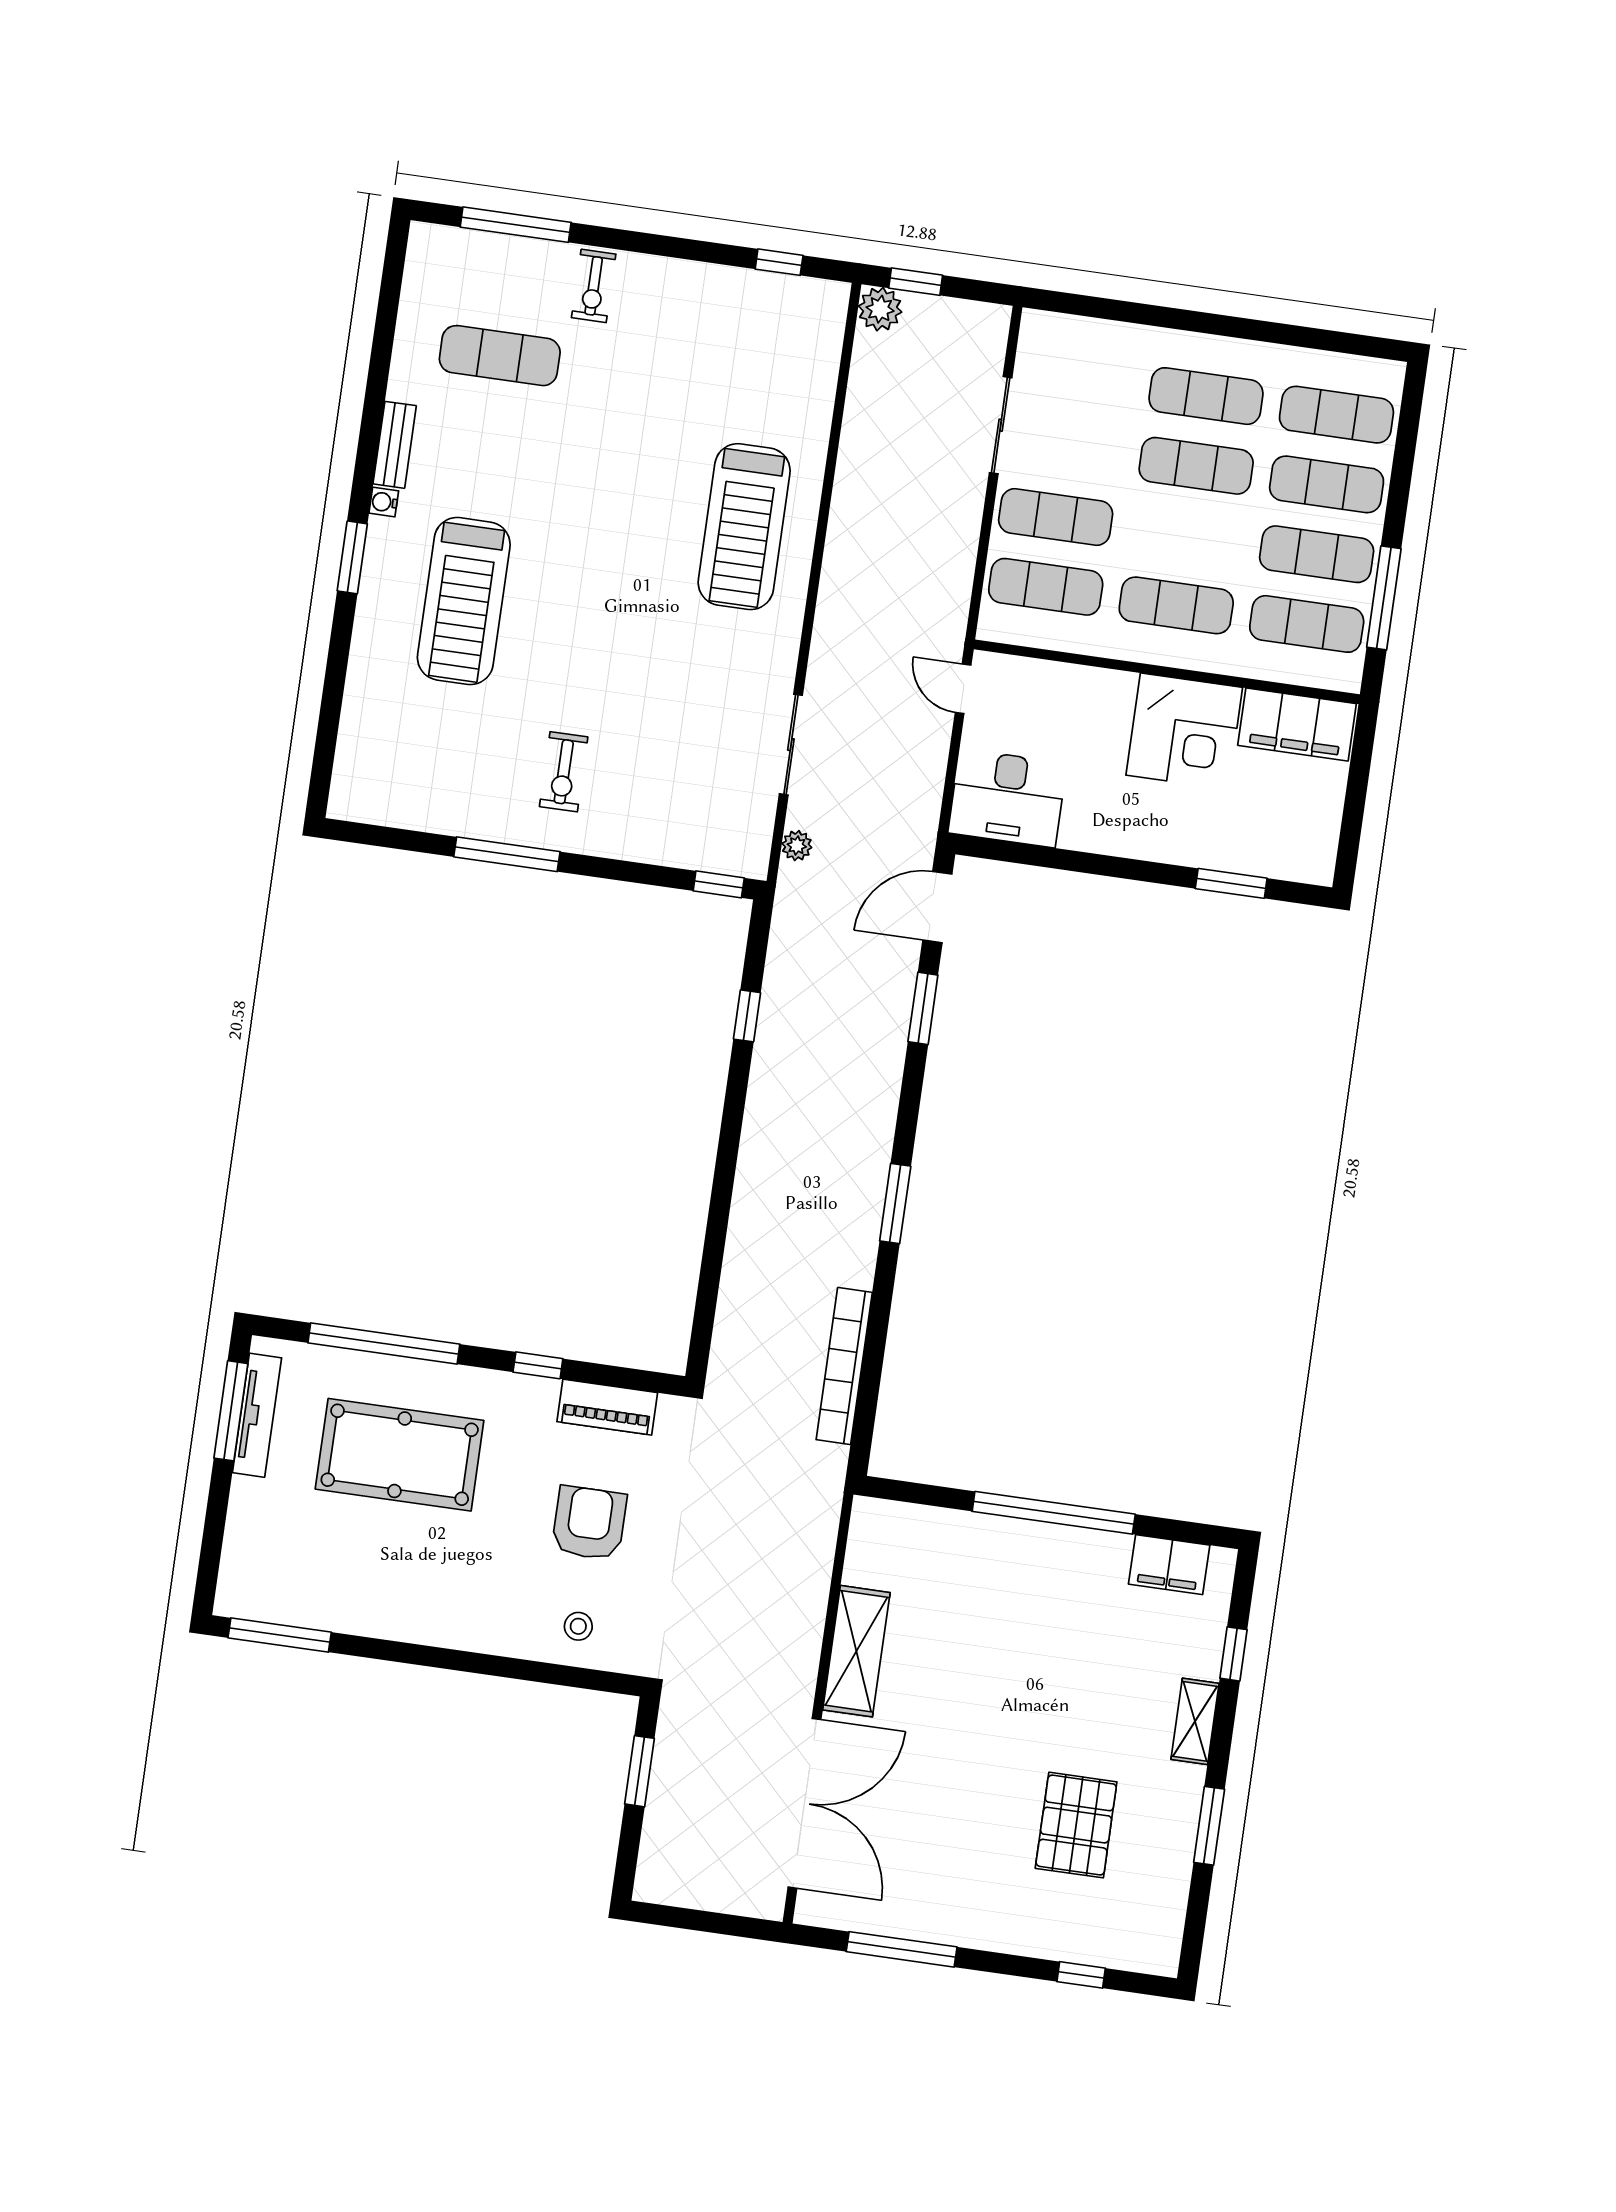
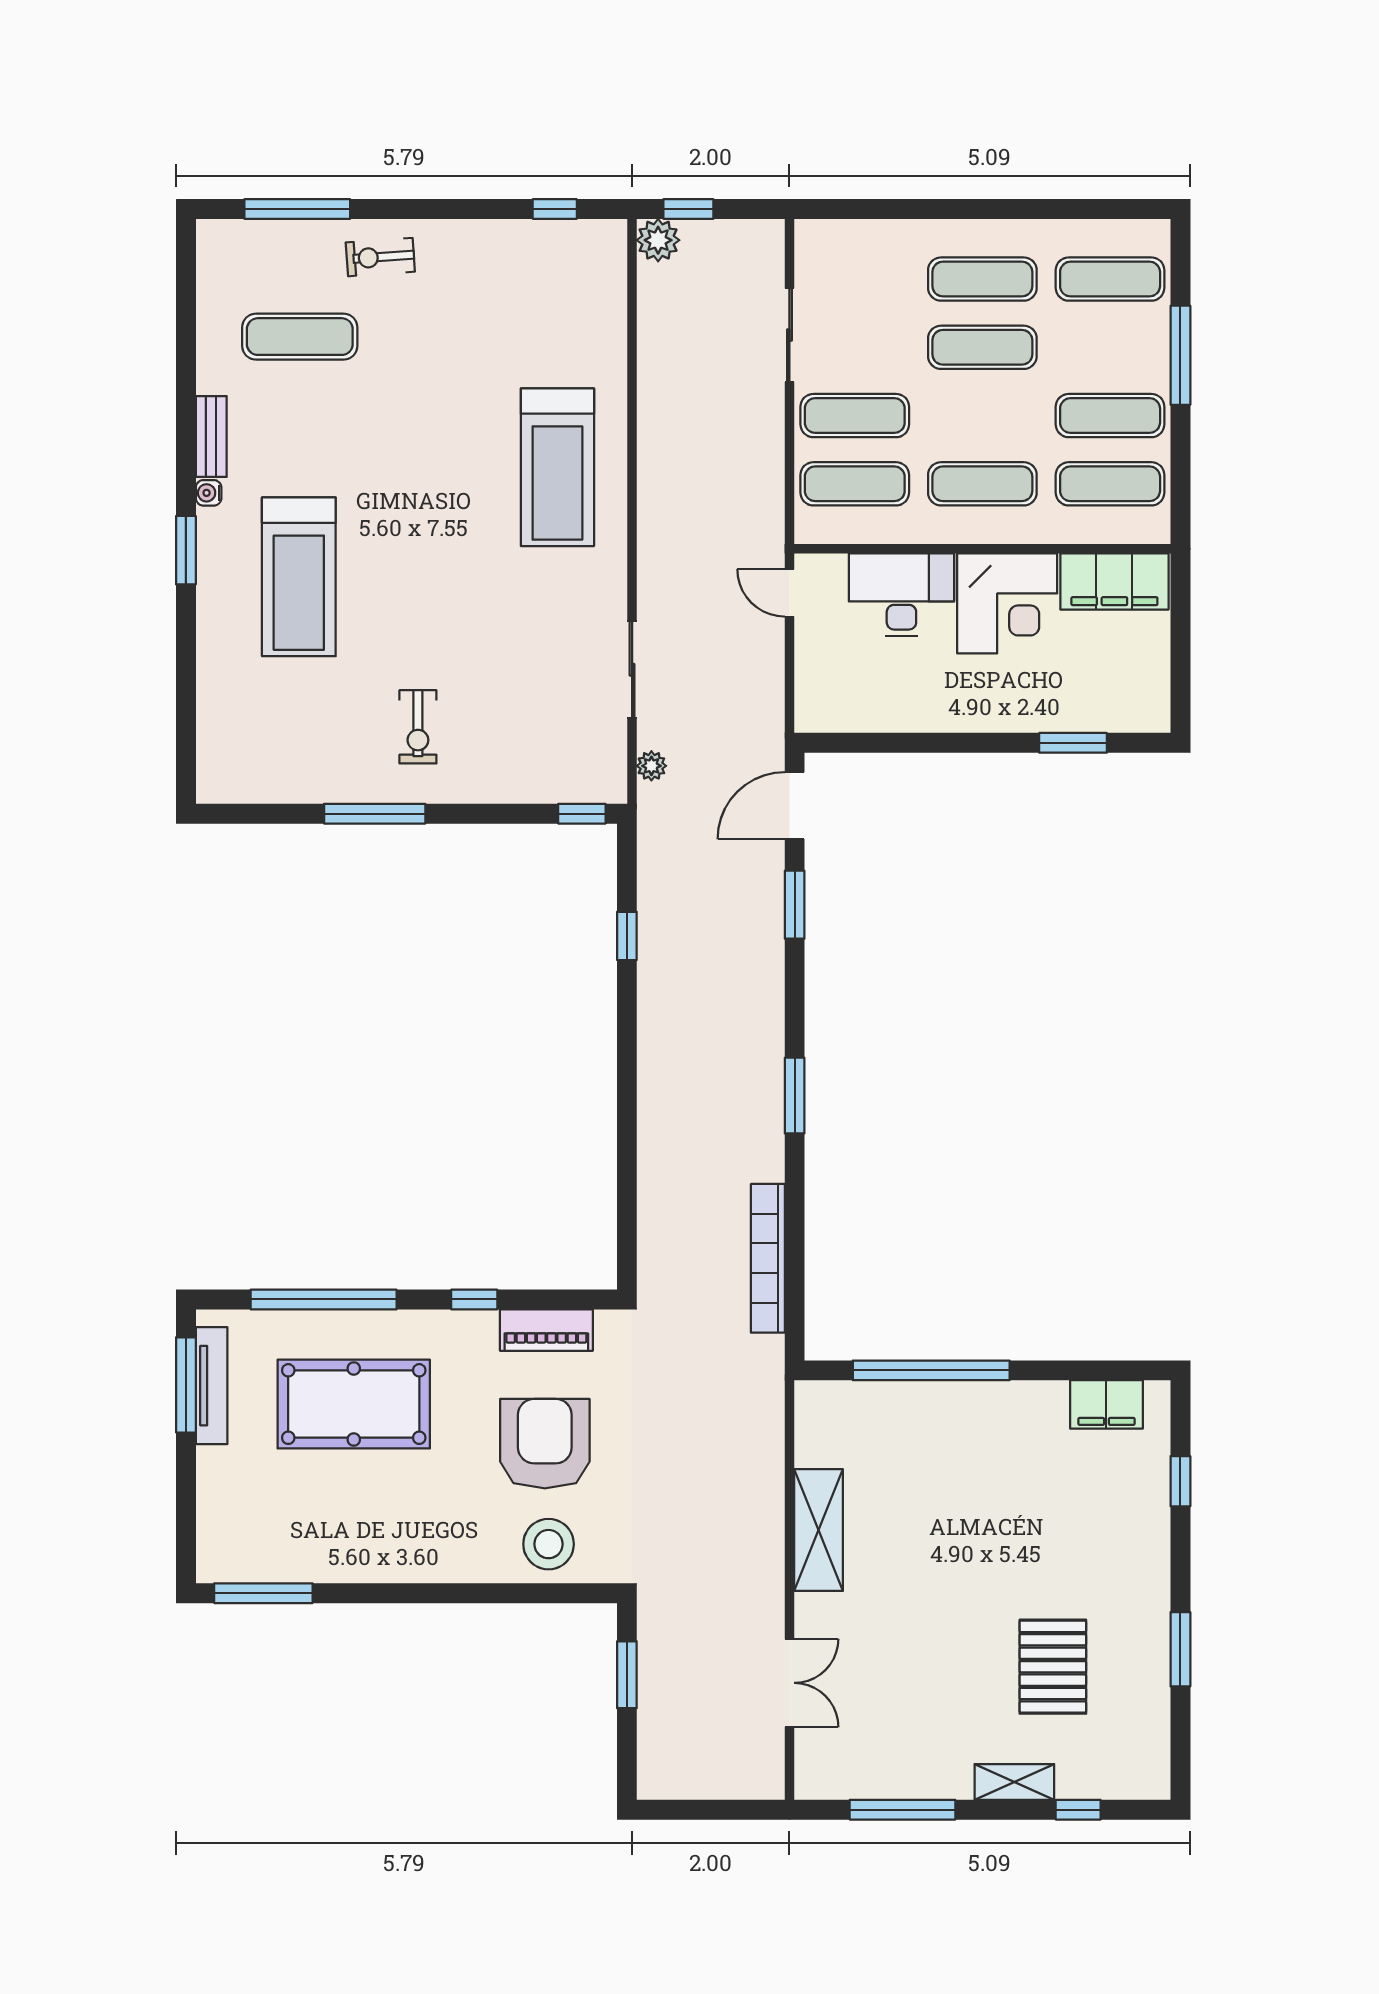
exercise bike: (594, 286) -> (380, 257), turned 86
exercise mat: (1327, 484) -> (1110, 347), removed
window: (1384, 598) -> (1180, 355), moved
desk: (1007, 798) -> (901, 595), moved, turned 180
window: (1054, 1513) -> (931, 1370), moved
armchair: (589, 1523) -> (545, 1444), width x1.36, depth x1.36
stool: (578, 1626) -> (549, 1544), width x1.89, depth x1.89
shelving: (1195, 1721) -> (1014, 1782), moved, turned 90
double door: (804, 1803) -> (789, 1683), width x0.54

